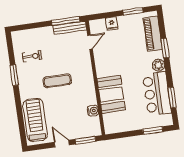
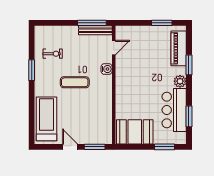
fridge: (112, 24) -> (138, 32), removed
booth: (111, 94) -> (135, 132), moved, turned 90
water cooler: (93, 111) -> (107, 69), moved

